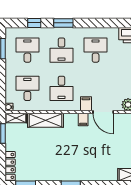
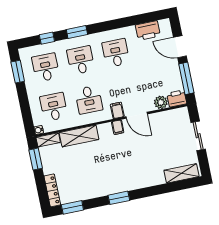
desk: (61, 50) -> (81, 60), turned 180

